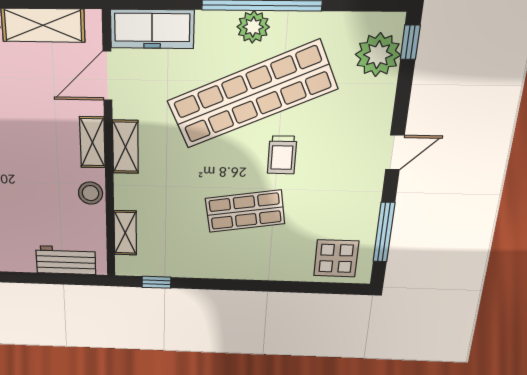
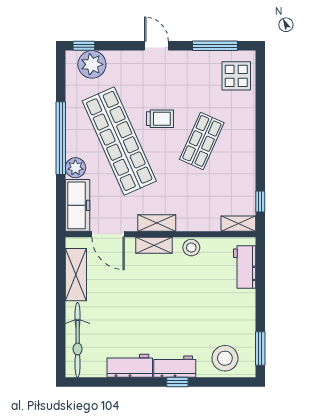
plant: (253, 27) -> (75, 168), moved
shop shelf: (245, 211) -> (202, 141), turned 33
shelving: (125, 233) -> (238, 224), moved

